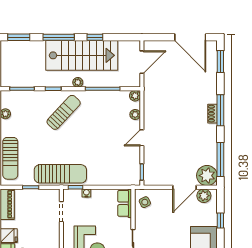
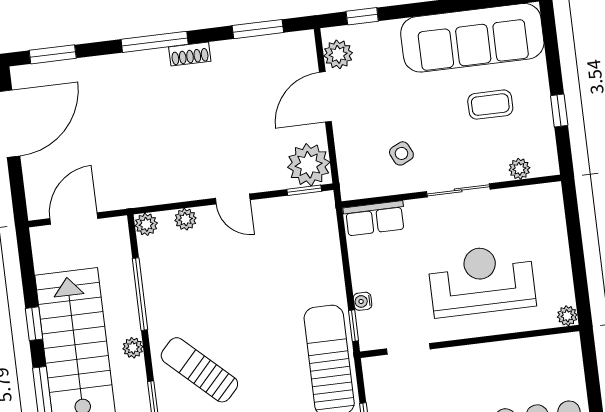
door: (142, 62) -> (74, 219), hinge flipped
shoe rack: (213, 114) -> (190, 54), moved
window: (220, 159) -> (258, 29), width x0.69
plant: (207, 176) -> (309, 165), moved
door: (185, 187) -> (325, 97), swing flipped
side table: (145, 202) -> (401, 153), moved
window: (220, 221) -> (362, 16), moved

